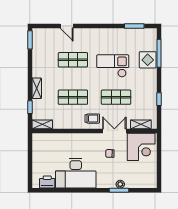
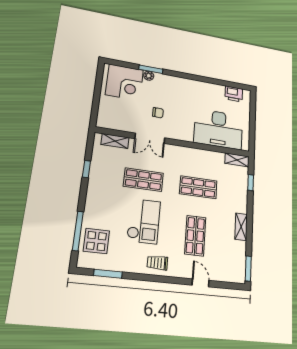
shop shelf: (73, 60) -> (195, 236), turned 90
display table: (148, 60) -> (96, 241), moved
checkout: (113, 66) -> (144, 221), turned -90
shelving: (37, 88) -> (241, 227), moved
trolley: (92, 119) -> (157, 263), moved
corner desk: (141, 147) -> (125, 82), moved, turned 180
desk: (76, 173) -> (218, 129), moved, turned 180

